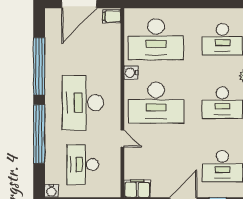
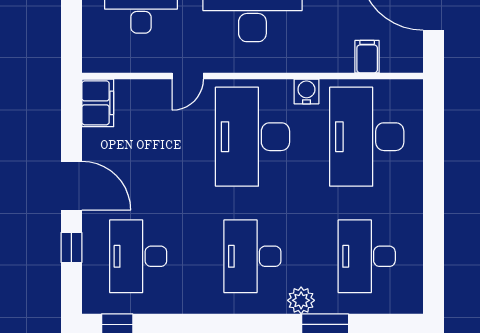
filing cabinet: (112, 16) -> (367, 57), moved

